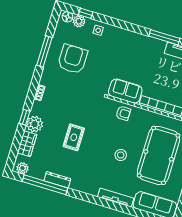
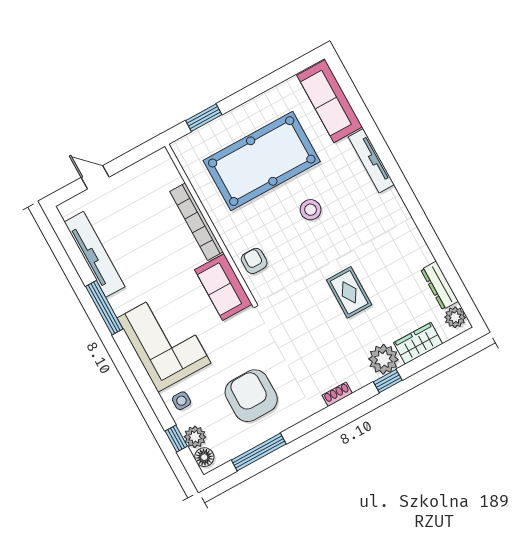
corner sofa: (128, 47) -> (164, 341), added
window: (44, 51) -> (259, 452), moved
armchair: (73, 59) -> (251, 396), turned 90
rug: (74, 137) -> (349, 292), turned 90
dresser: (57, 180) -> (439, 286), moved
window: (45, 185) -> (447, 267), removed

